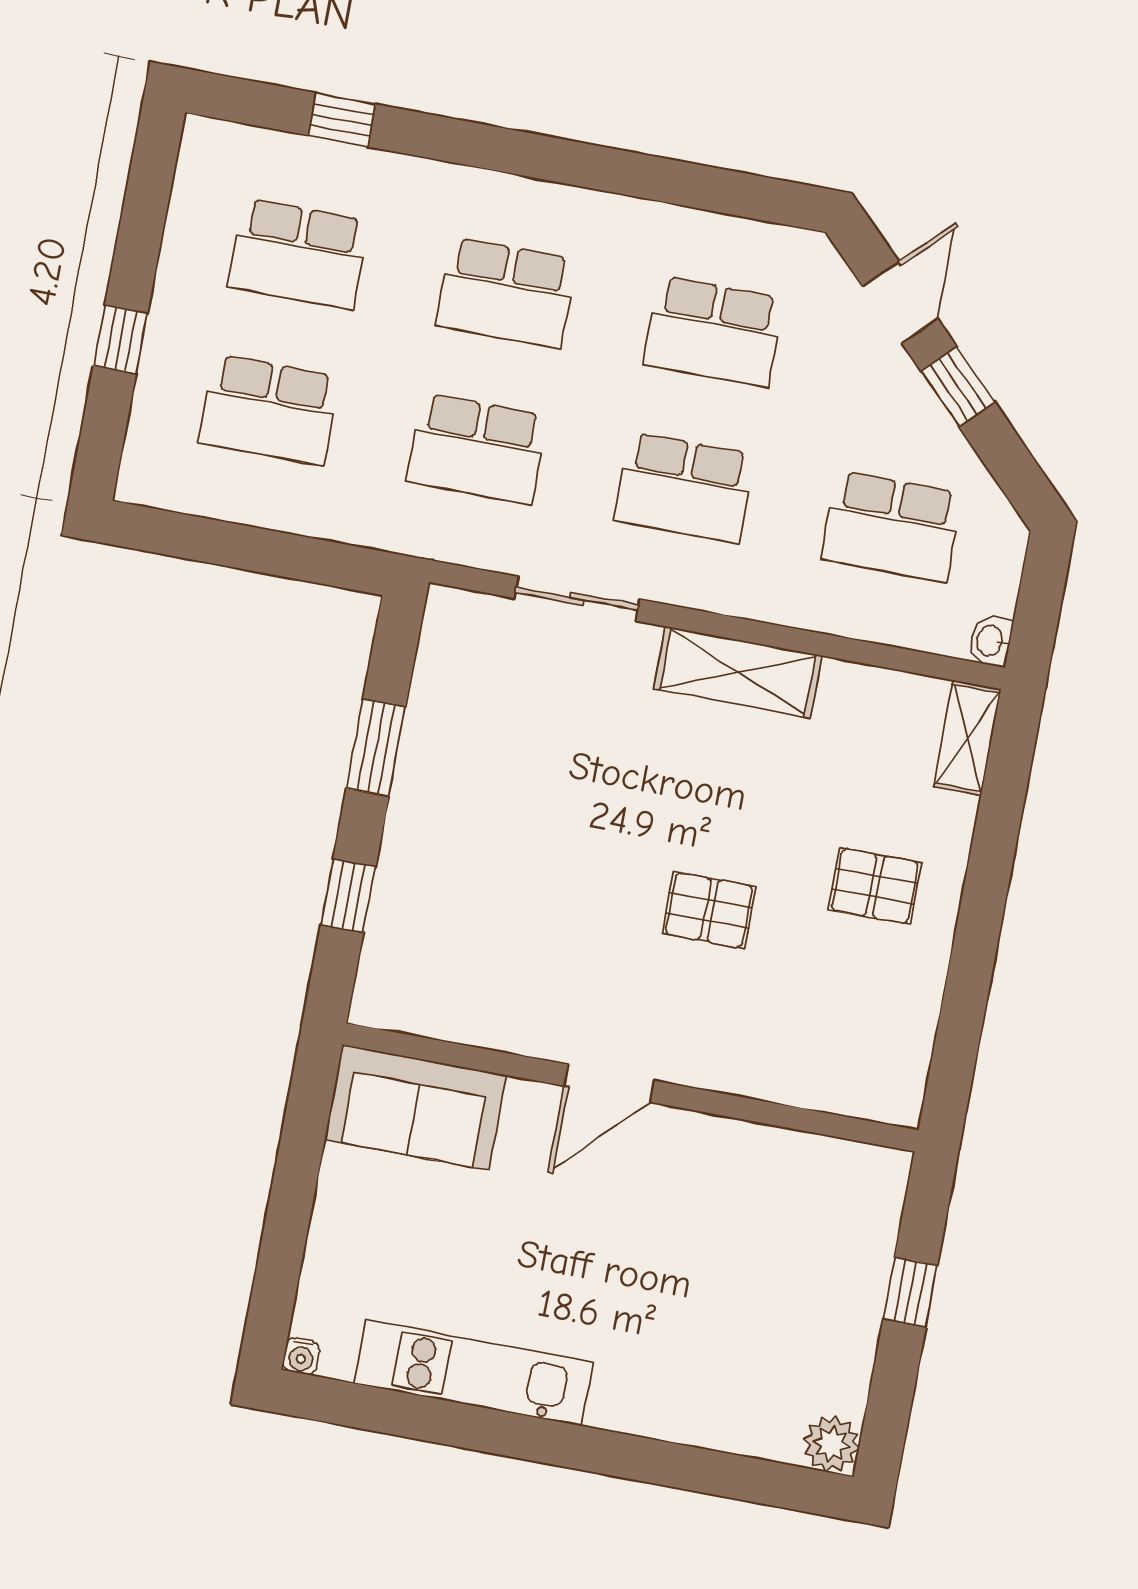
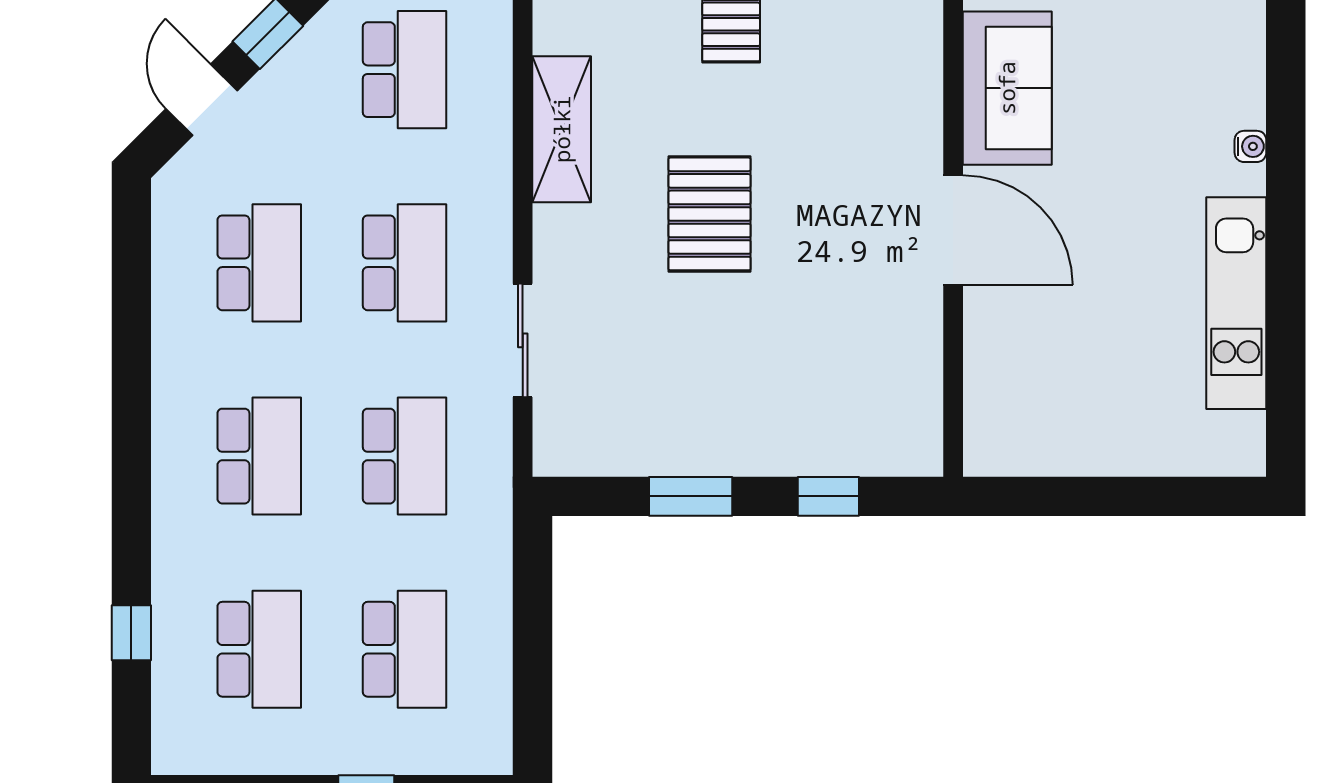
door: (900, 302) -> (202, 100), hinge flipped
shelving: (738, 672) -> (562, 129), moved
pallet: (709, 910) -> (710, 214), moved, width x1.50, depth x1.42
door: (609, 1083) -> (953, 230), width x1.36
sofa: (416, 1107) -> (1007, 88), moved
water cooler: (301, 1356) -> (1250, 146), moved

